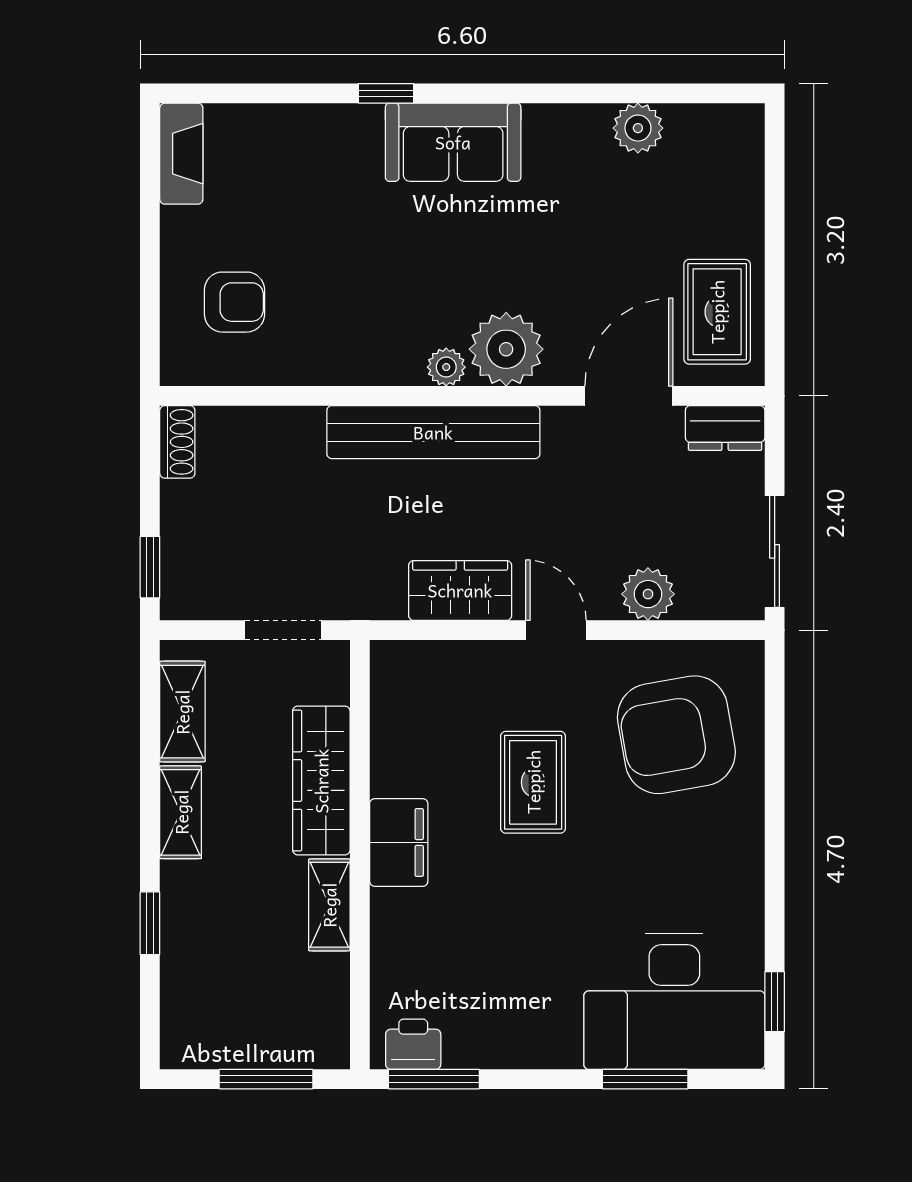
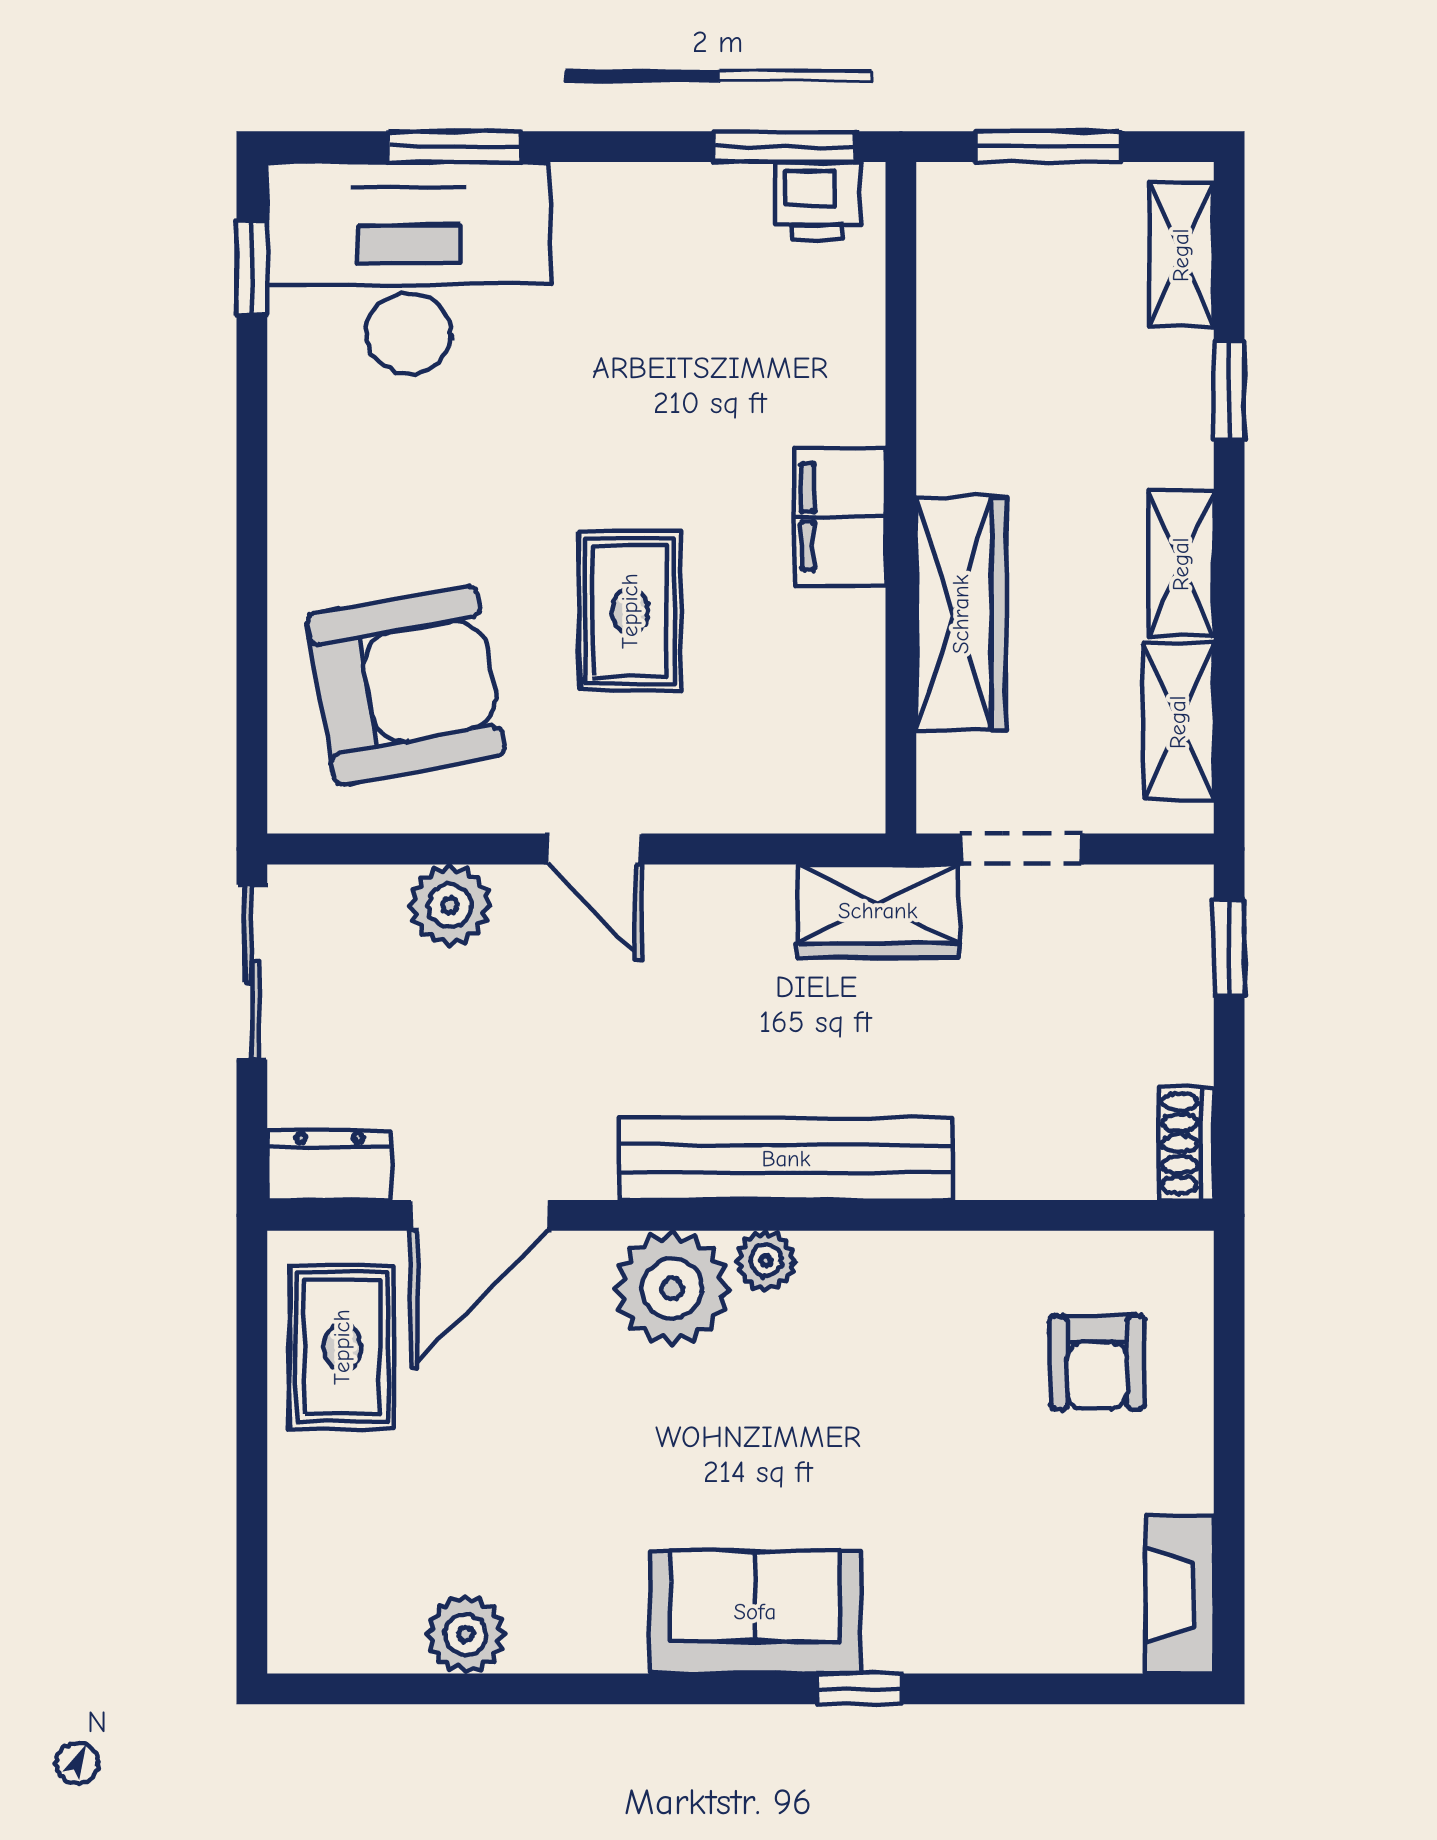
armchair: (234, 302) -> (1097, 1362), turned -90
wardrobe: (460, 590) -> (878, 911), moved
shelving: (329, 905) -> (1181, 255), moved

